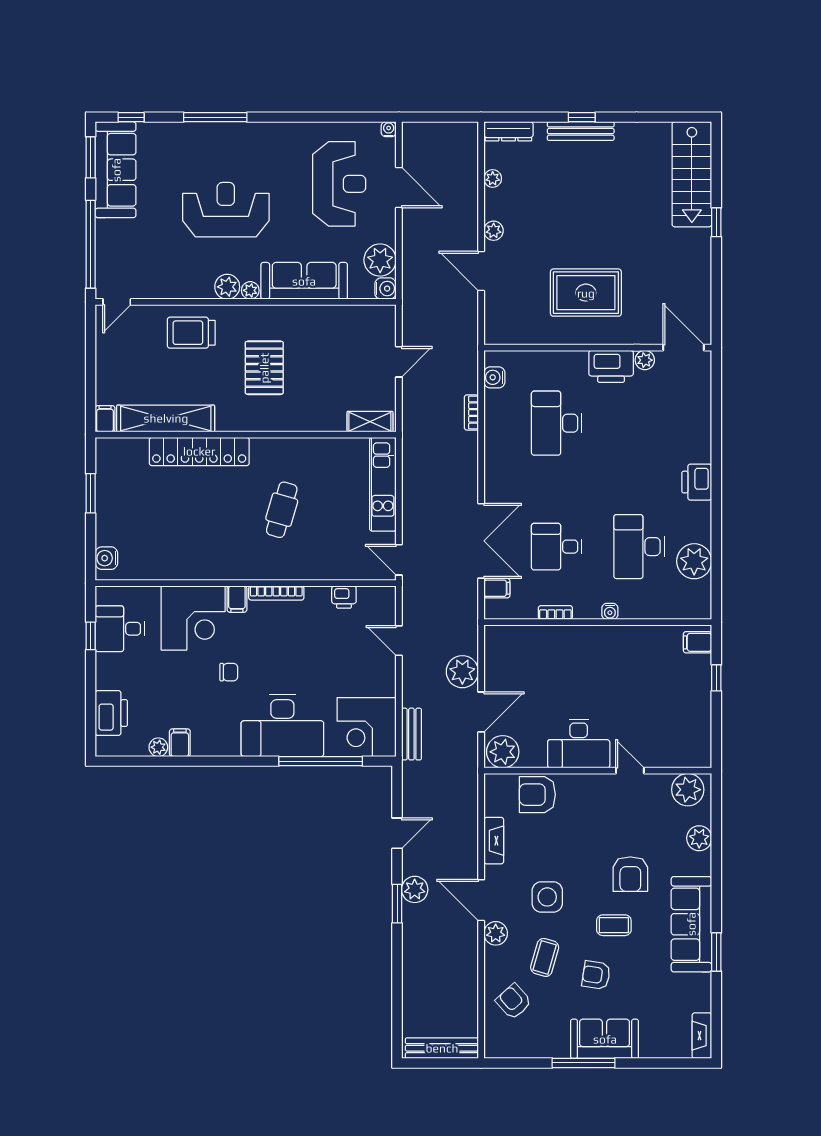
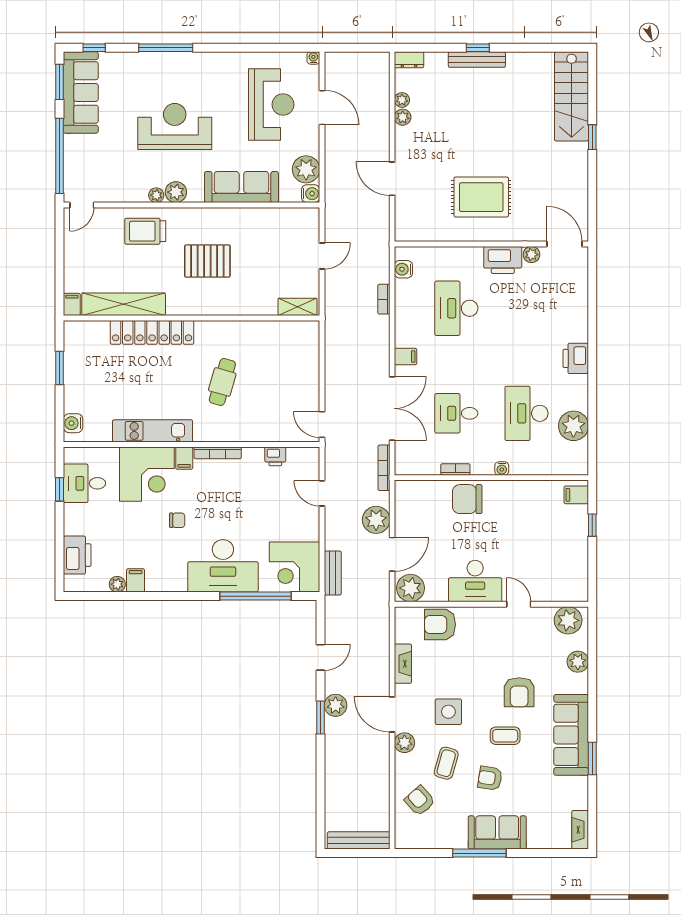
dresser: (508, 131) -> (409, 60), width x0.70
plant: (494, 231) -> (403, 117), moved
plant: (250, 290) -> (156, 195), moved
pallet: (264, 368) -> (207, 261), turned 90
kitchen unit: (383, 484) -> (153, 431), moved, turned 90
filing cabinet: (497, 588) -> (406, 356), moved
bookcase: (472, 611) -> (384, 468), added
chair: (569, 647) -> (467, 499), added

